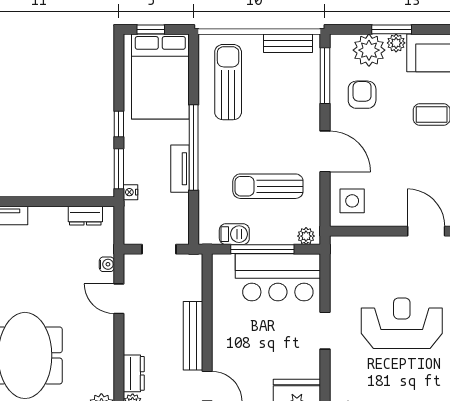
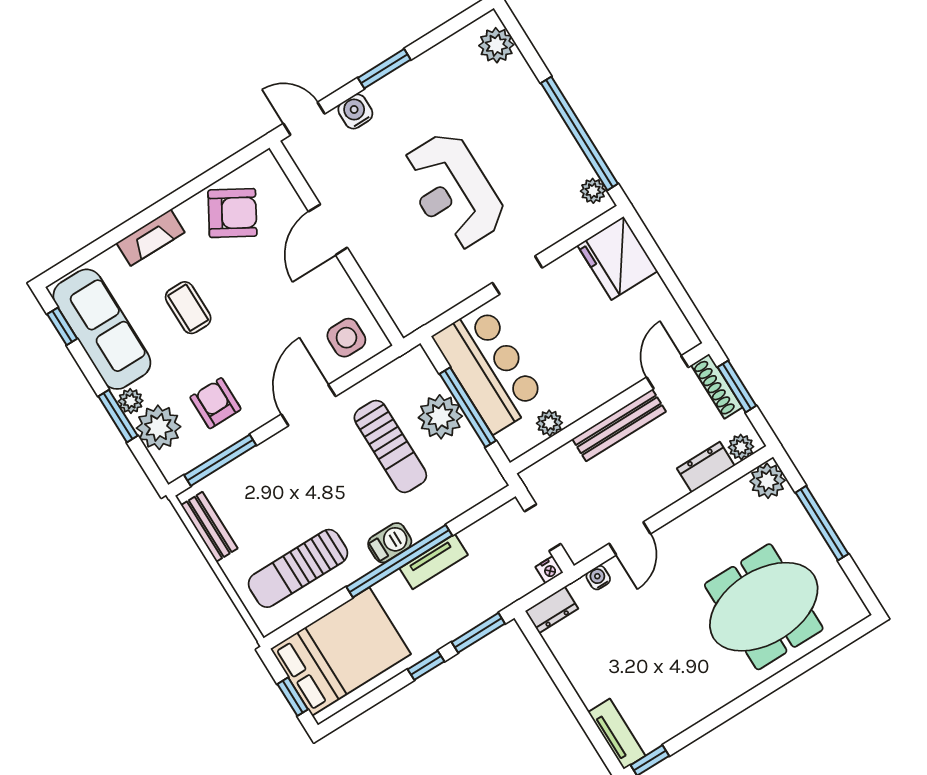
armchair: (362, 95) -> (215, 403), turned 90
nightstand: (131, 192) -> (549, 570), moved
dresser: (85, 216) -> (552, 610), moved, turned 90
barbecue: (234, 234) -> (390, 543), moved, turned 90
plant: (306, 236) -> (440, 417), moved, width x1.88, depth x1.88
plant: (221, 294) -> (549, 423), added

